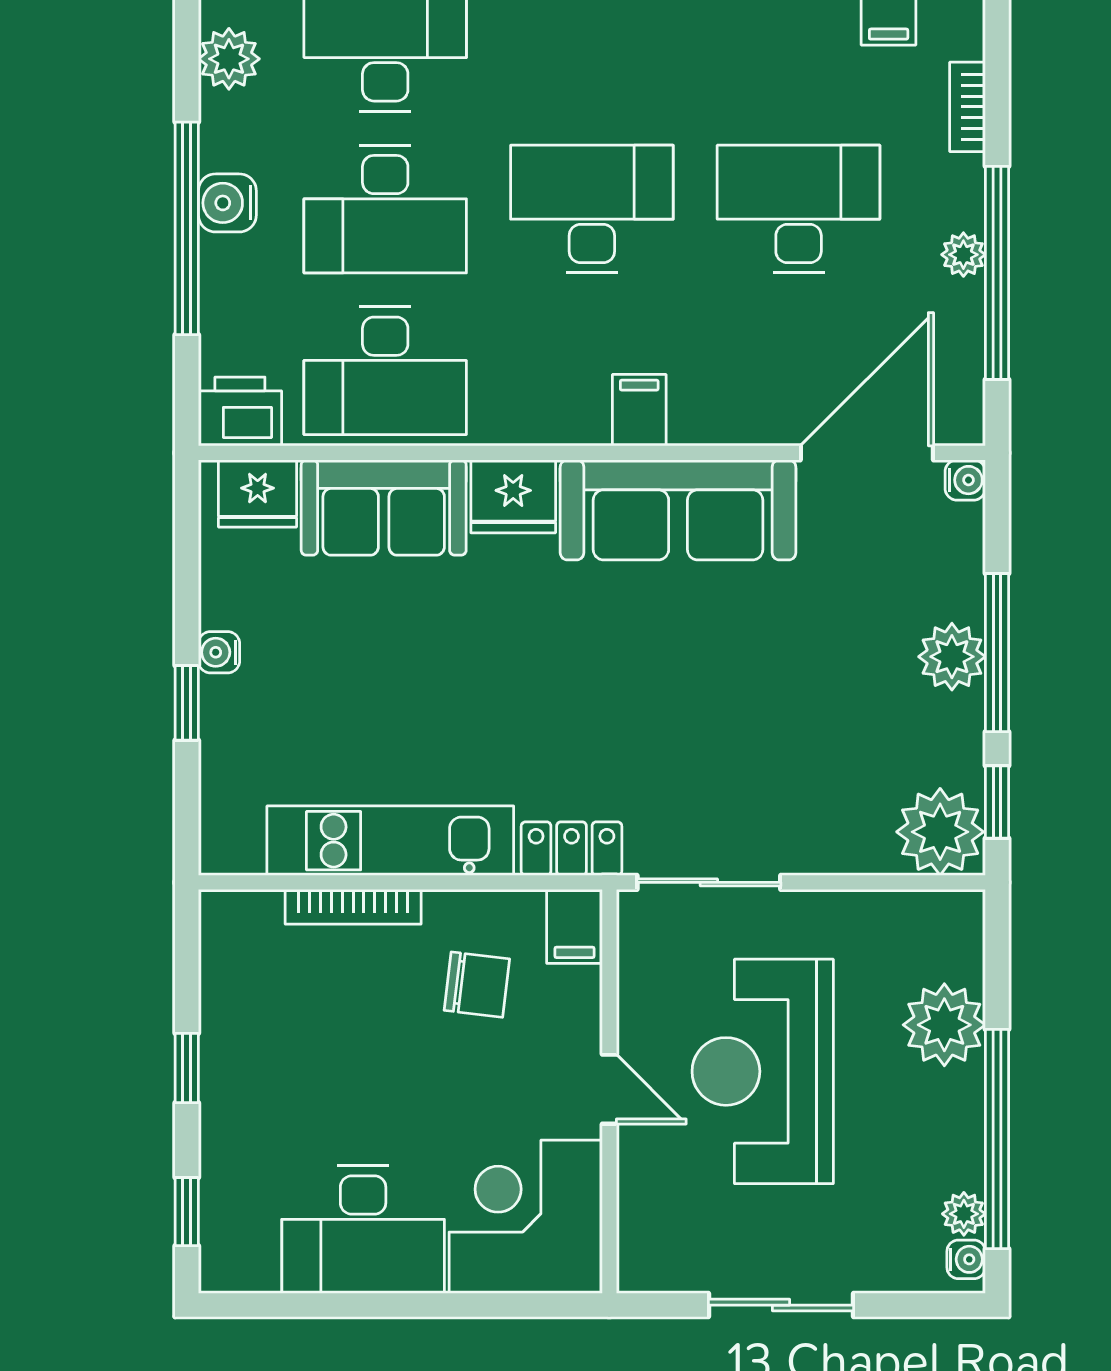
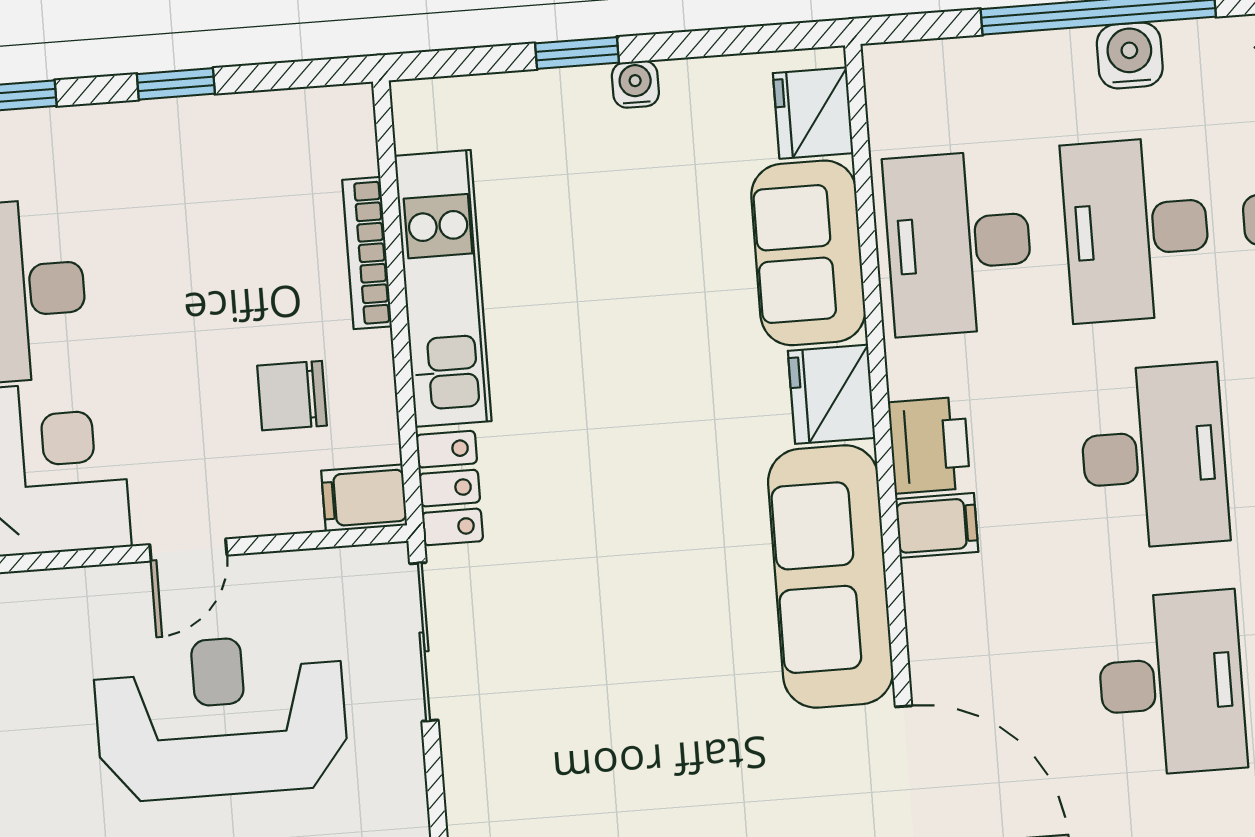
printer: (240, 411) -> (929, 445), moved
chair: (477, 985) -> (292, 396), turned 83

